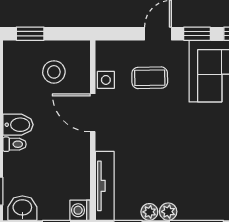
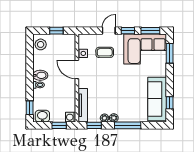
window: (30, 34) -> (56, 31), moved
stool: (54, 72) -> (41, 44), moved

